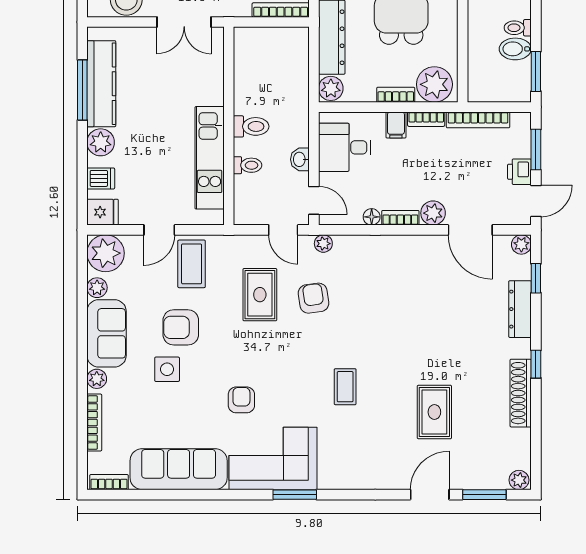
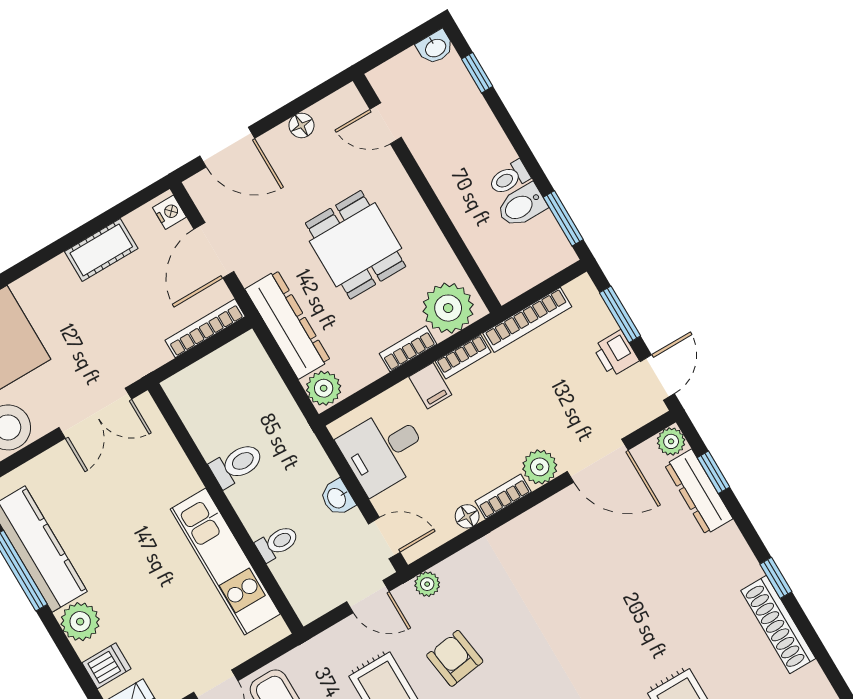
toilet: (251, 126) -> (237, 465), moved
dresser: (520, 309) -> (699, 492), moved

